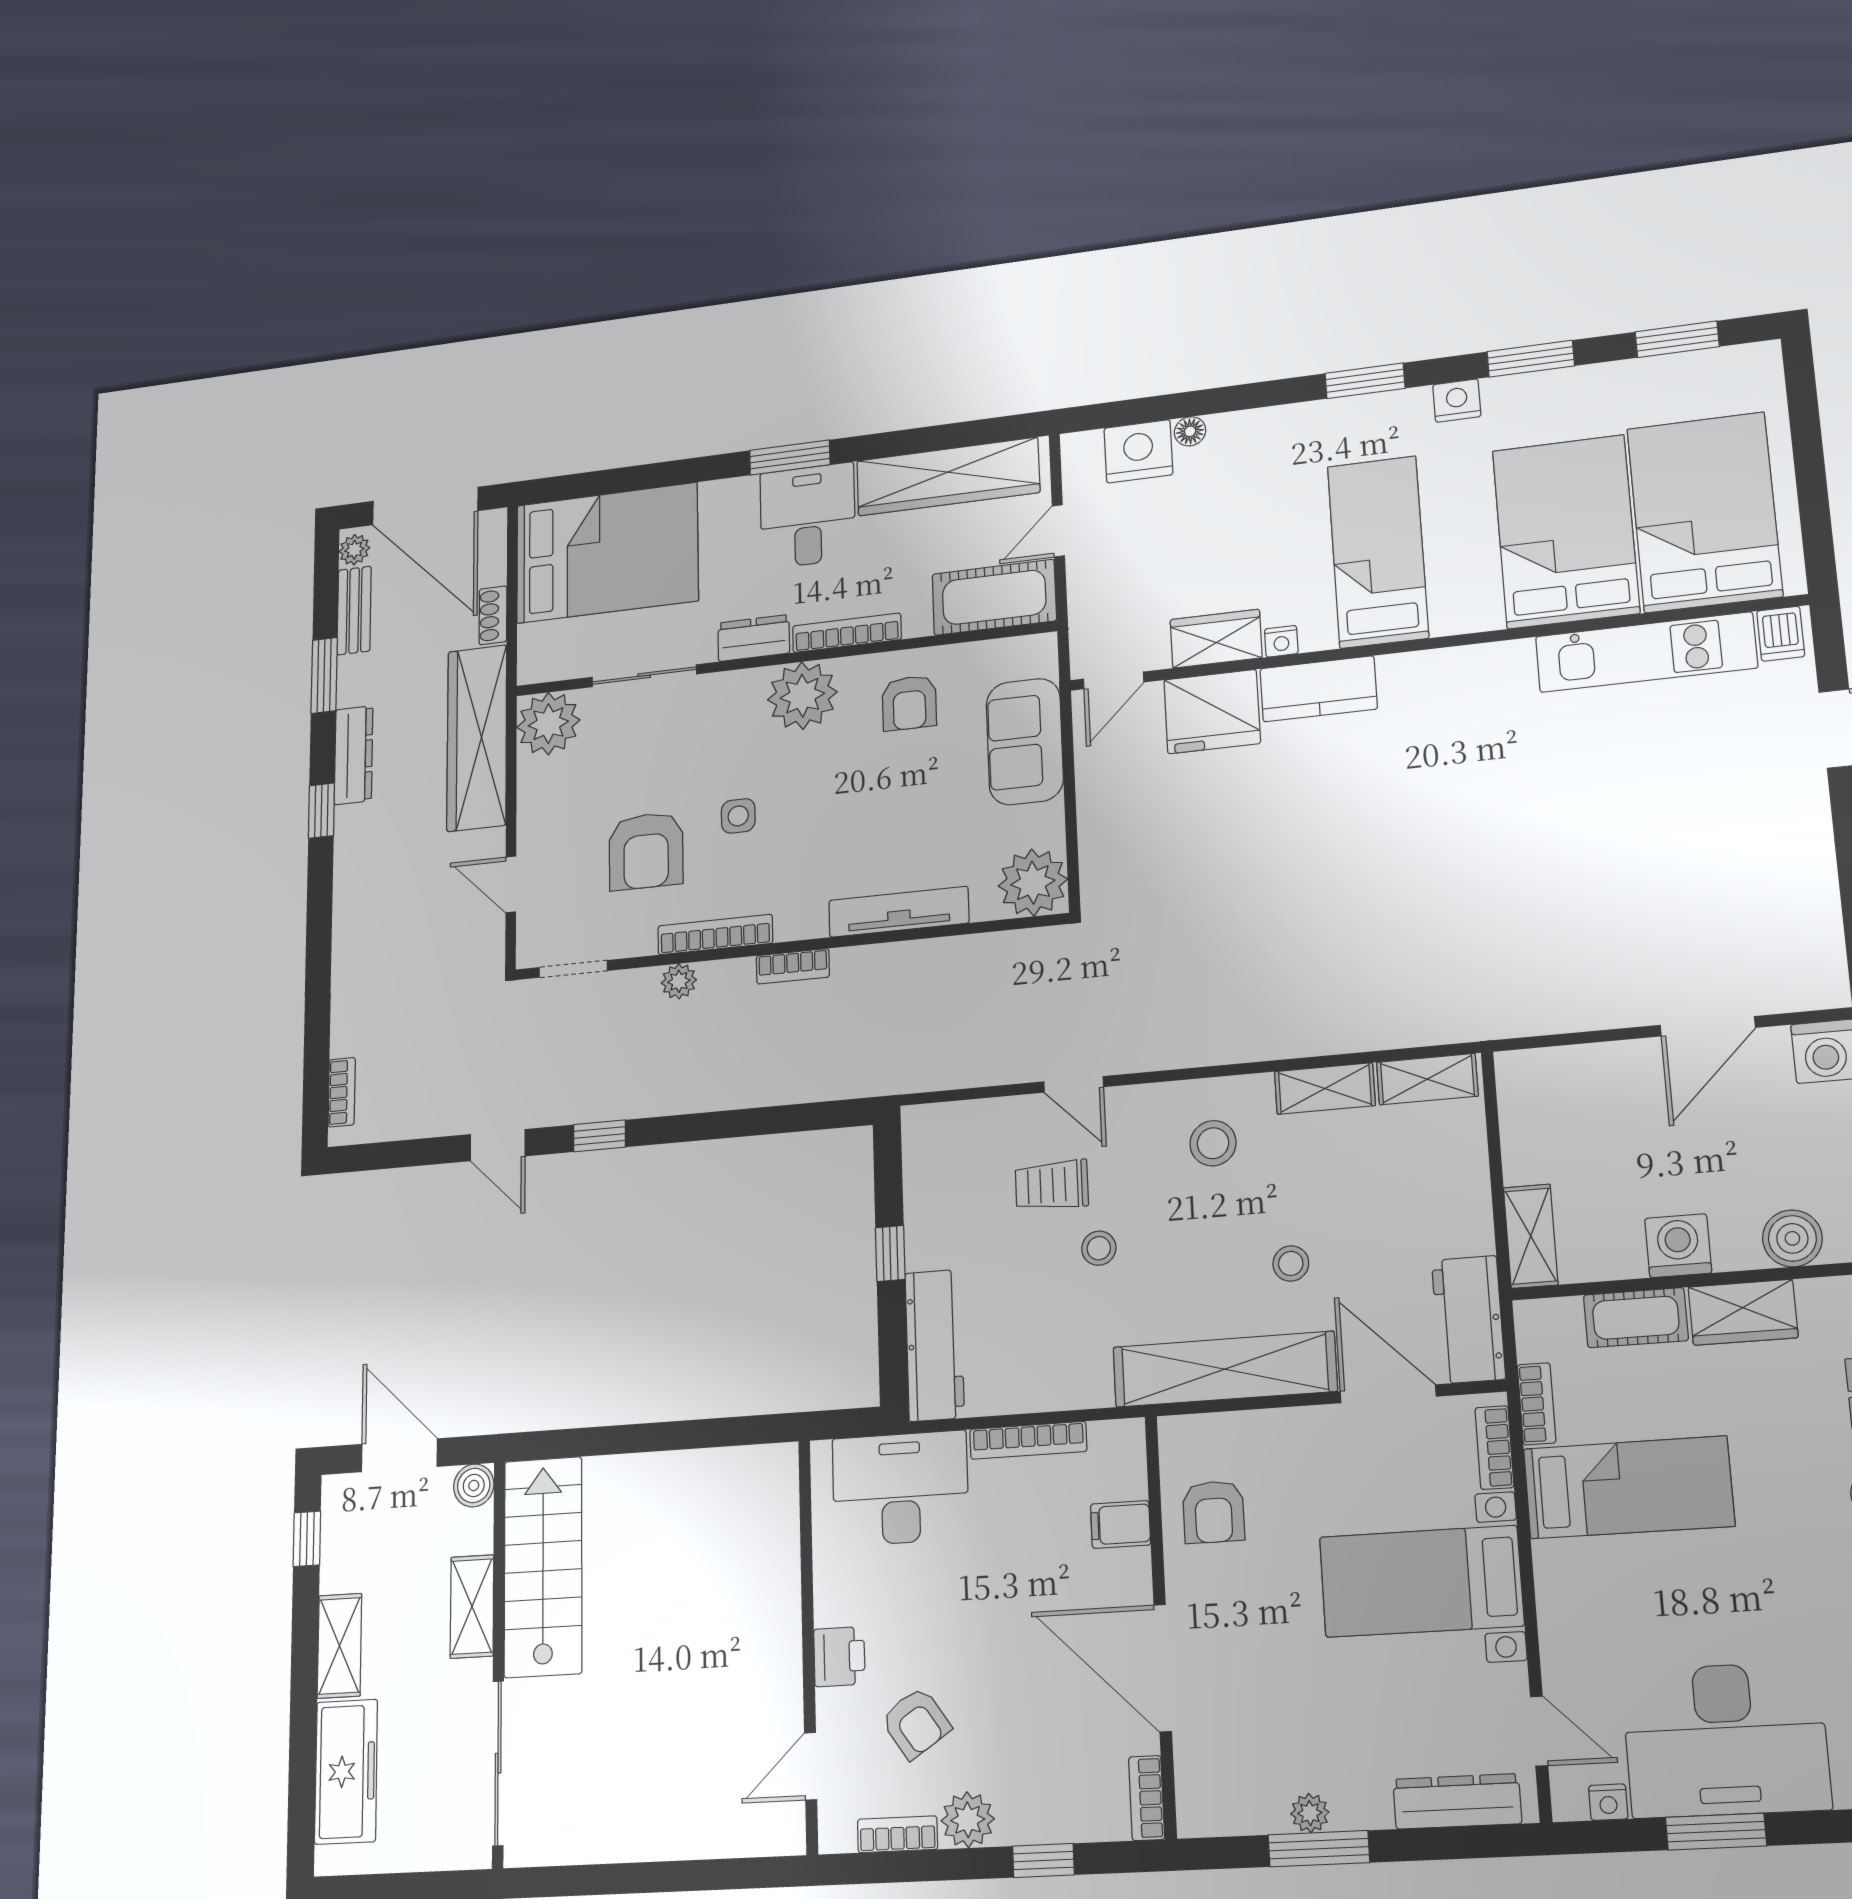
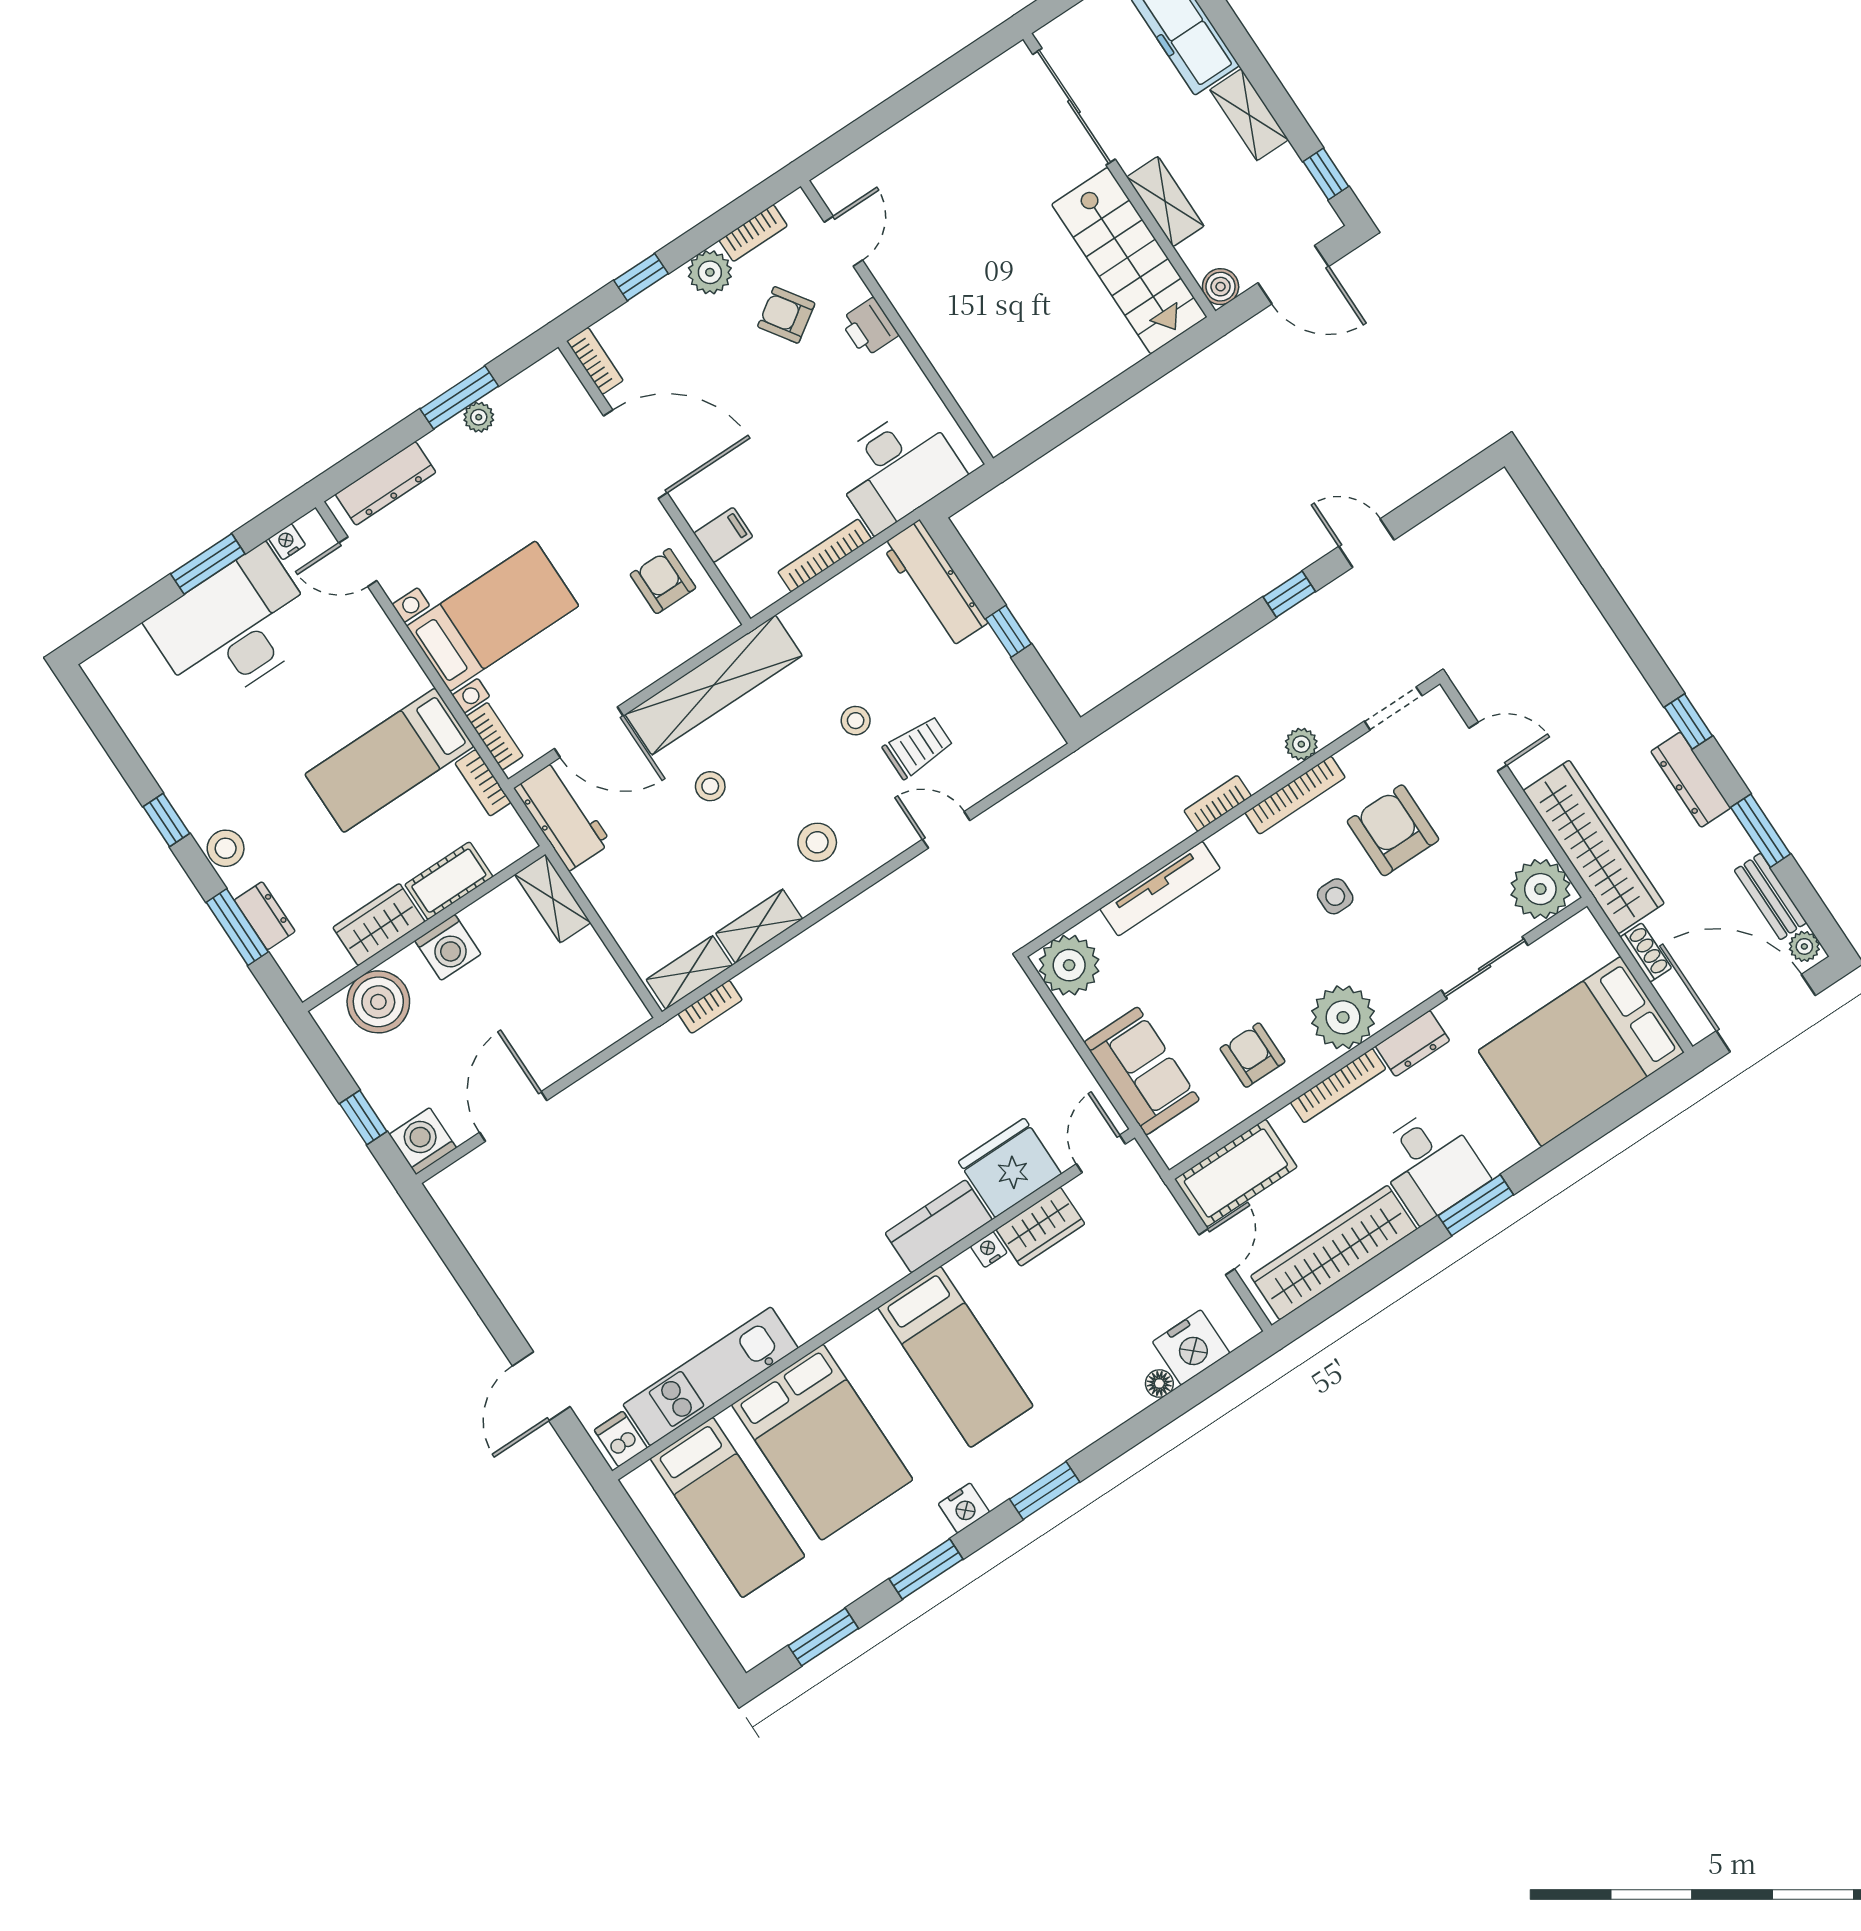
bed: (1704, 512) -> (727, 1507), width x0.67
bookcase: (342, 1092) -> (710, 1007), moved, turned -90
boiler: (1792, 1238) -> (378, 1002), width x1.37, depth x1.37

